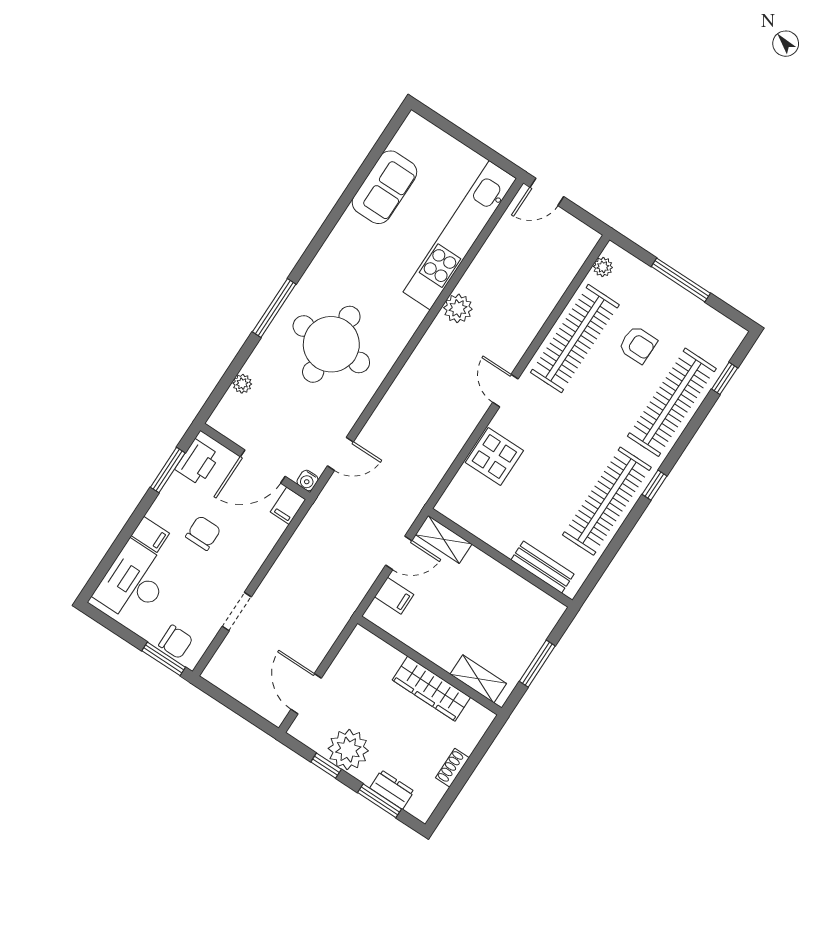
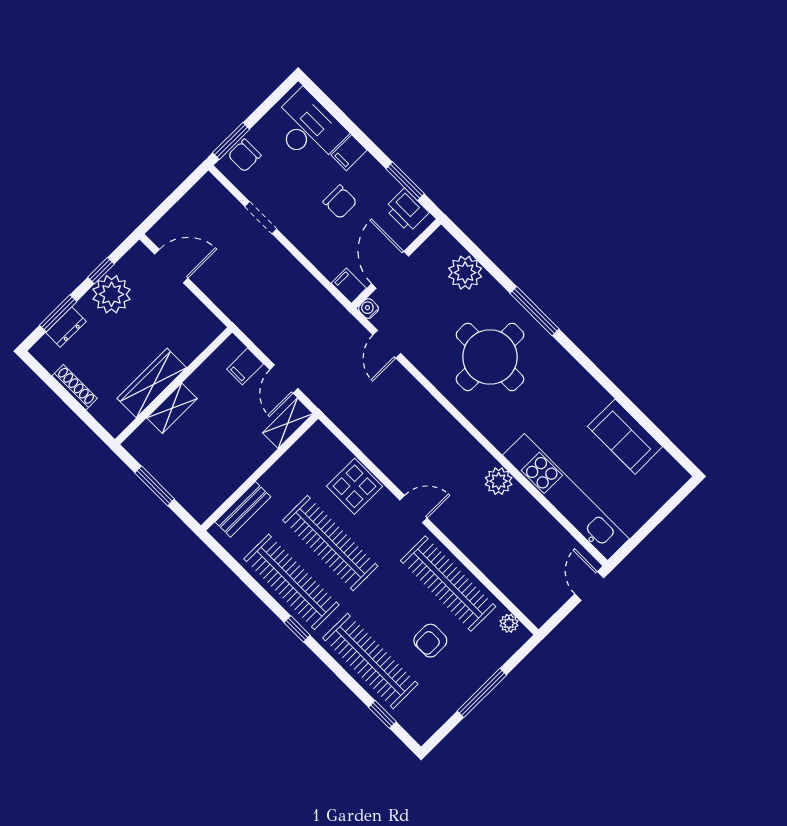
plant: (242, 384) -> (465, 273), width x1.87, depth x1.87
clothes rail: (558, 469) -> (330, 543), added
shelving: (478, 679) -> (172, 408), moved
shoe rack: (452, 768) -> (75, 387), width x1.43

